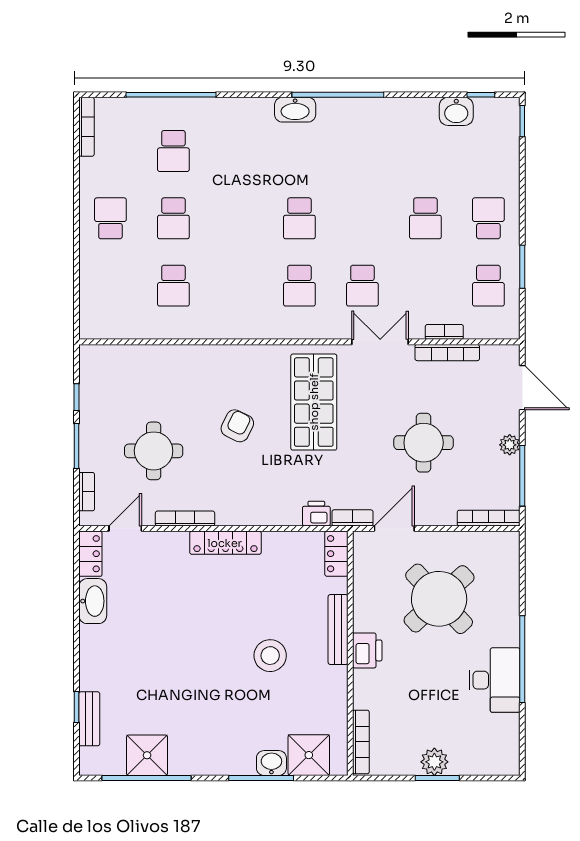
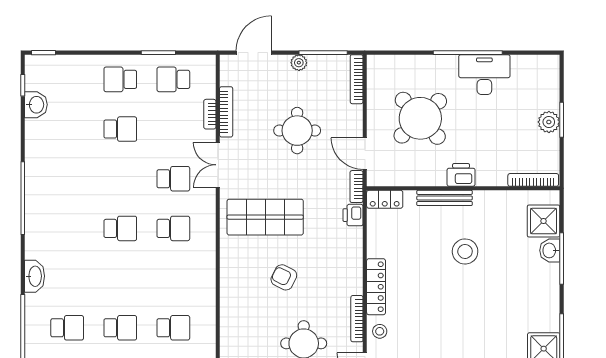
washbasin: (295, 110) -> (35, 276), moved
school desk: (488, 286) -> (173, 79), turned 180
stool: (169, 547) -> (380, 331), added

